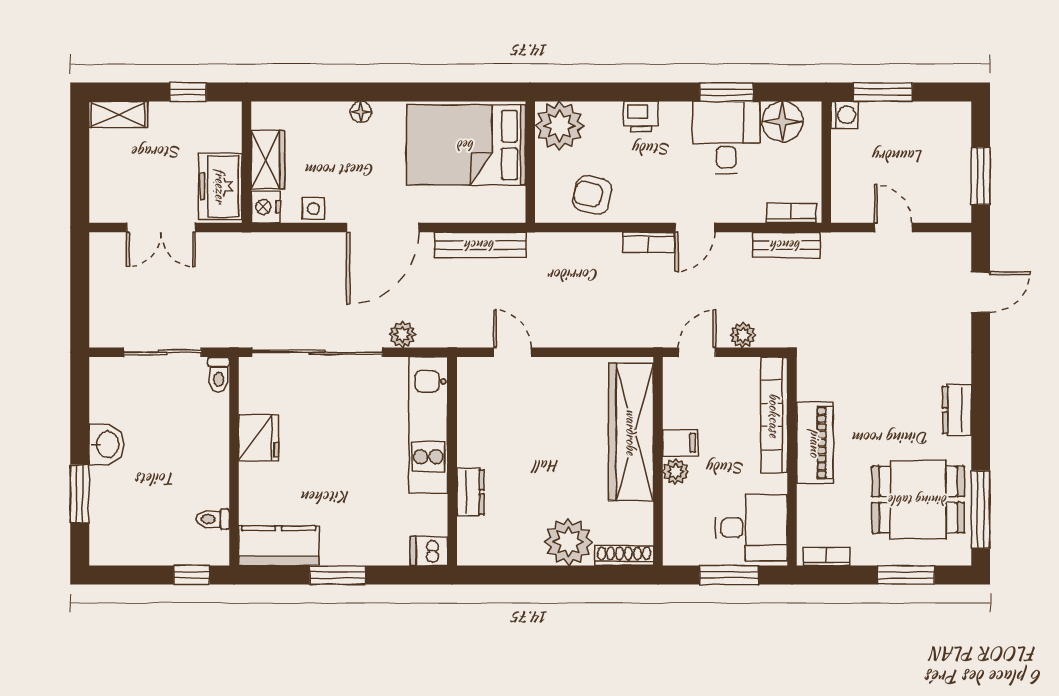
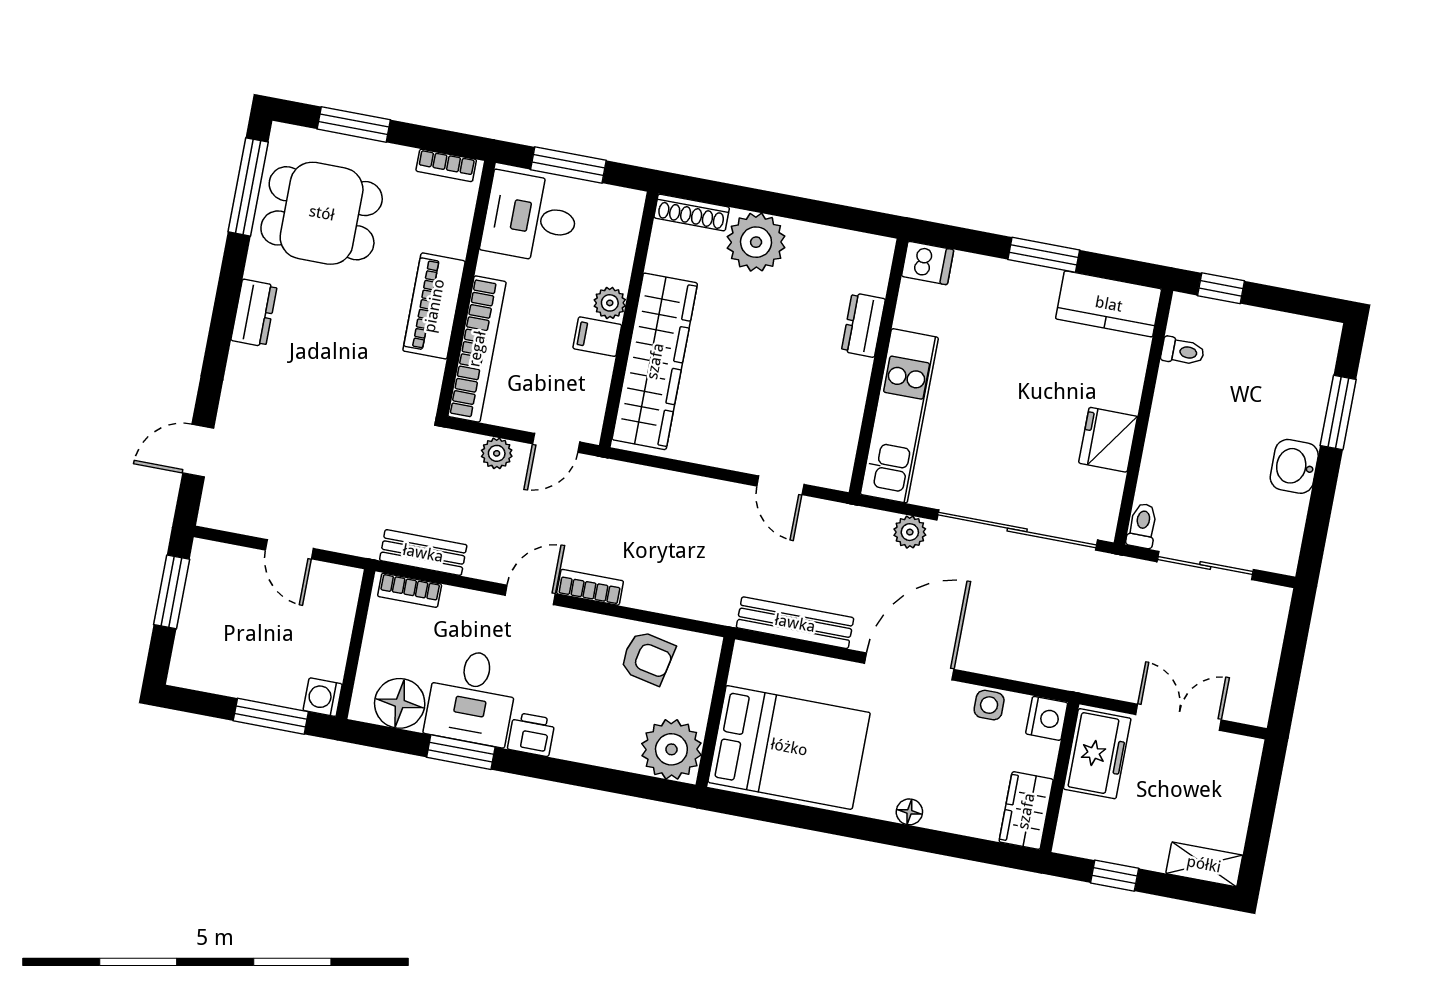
printer: (641, 117) -> (531, 734), moved
wardrobe: (268, 160) -> (1026, 811), moved

